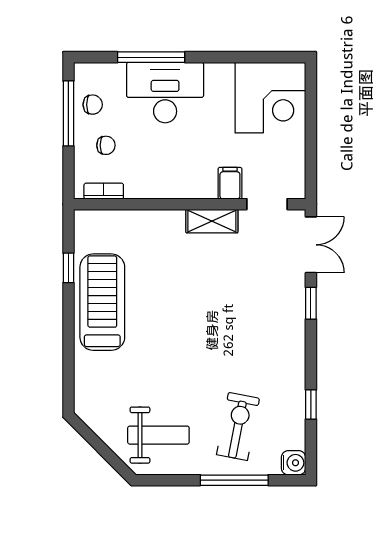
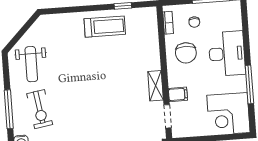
window: (151, 57) -> (249, 85), moved
chair: (93, 105) -> (186, 53), moved, width x1.87, depth x1.87
treadmill: (102, 302) -> (105, 27), width x0.73, depth x0.73
exercise bike: (238, 426) -> (40, 109), turned 70

